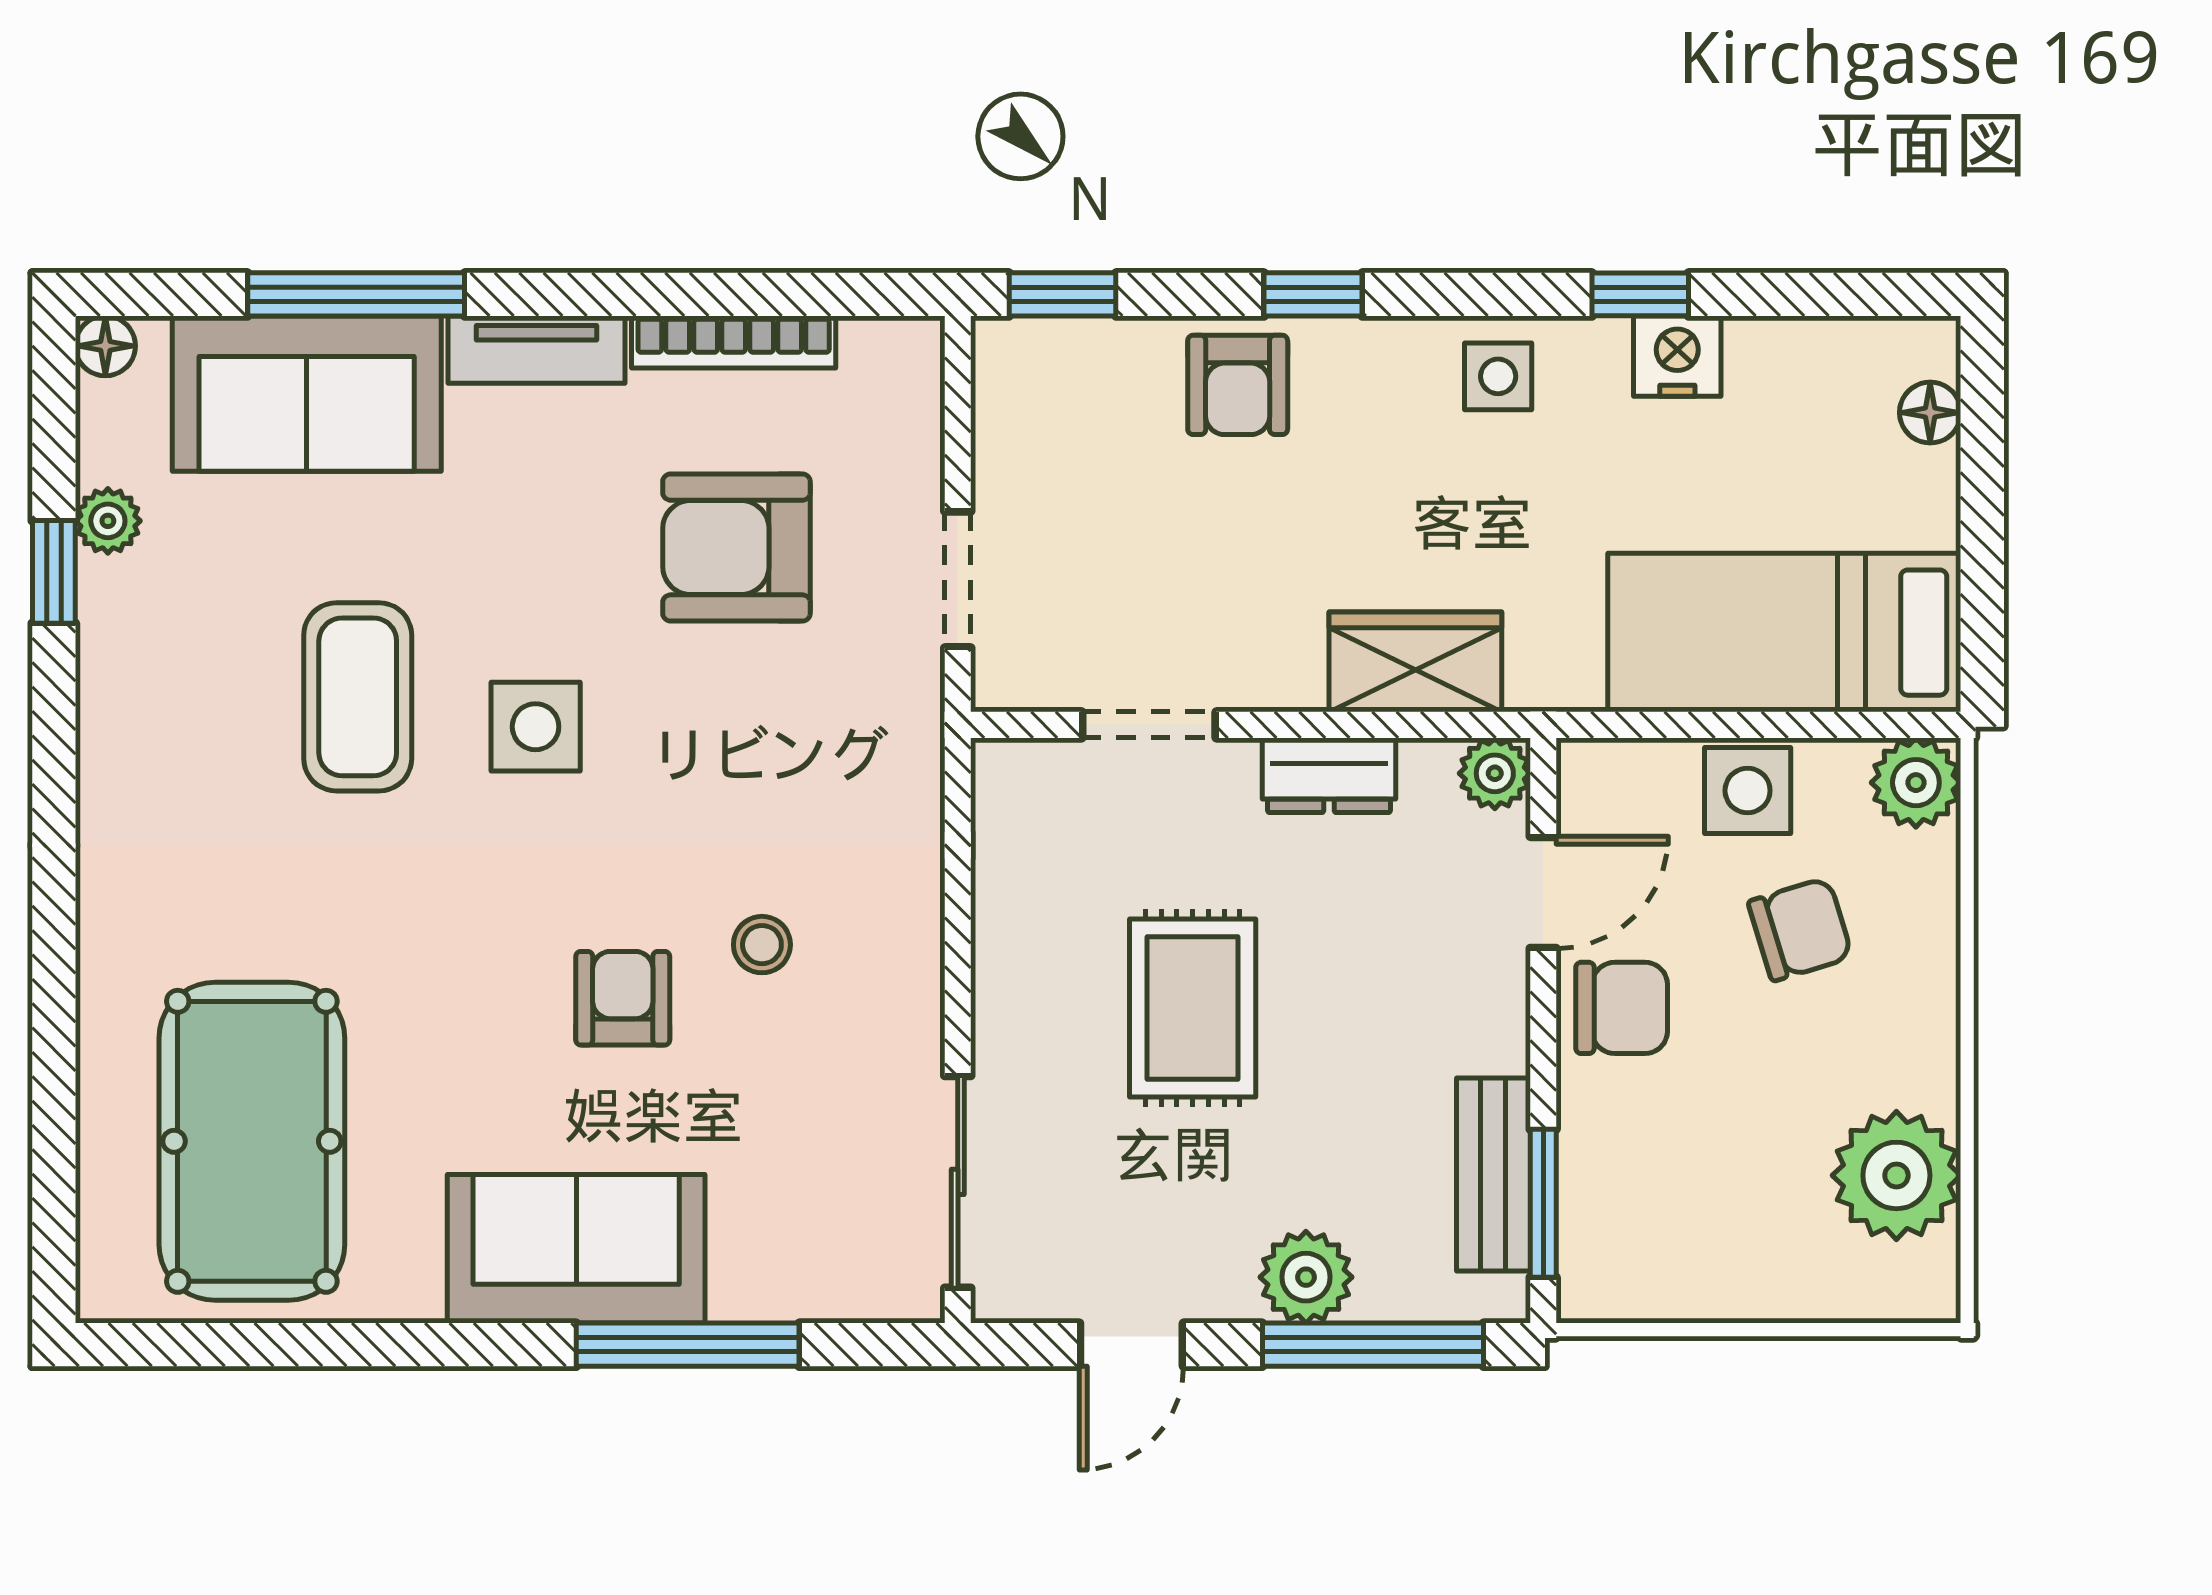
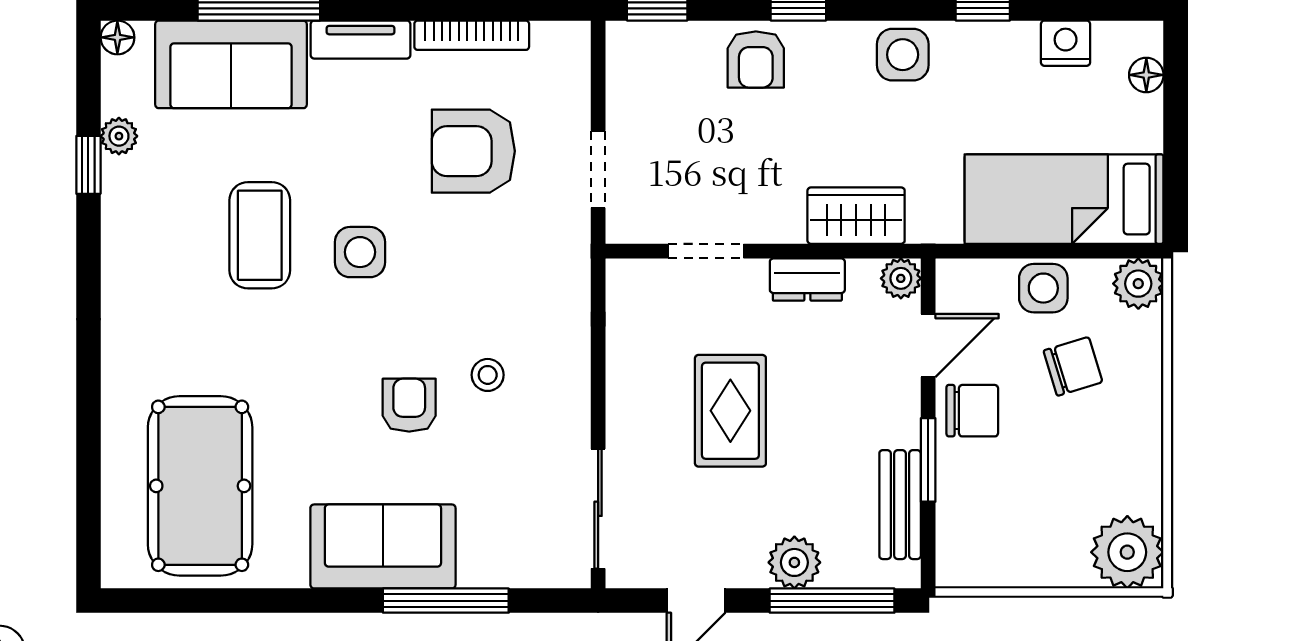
nightstand: (1677, 356) -> (1066, 43), moved
side table: (1498, 376) -> (903, 55), width x1.37, depth x1.37
plant: (1896, 1175) -> (1127, 552), moved
window: (1543, 1203) -> (928, 460), moved

